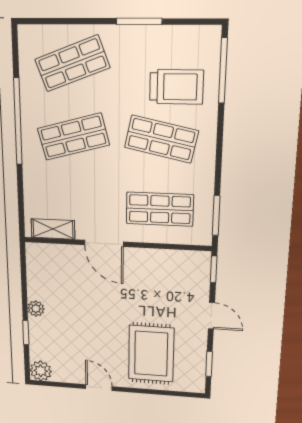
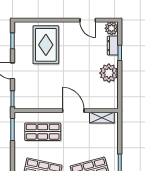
plant: (36, 309) -> (109, 73), width x1.88, depth x1.88
dresser: (38, 344) -> (113, 46), added
door: (99, 388) -> (88, 20), moved

